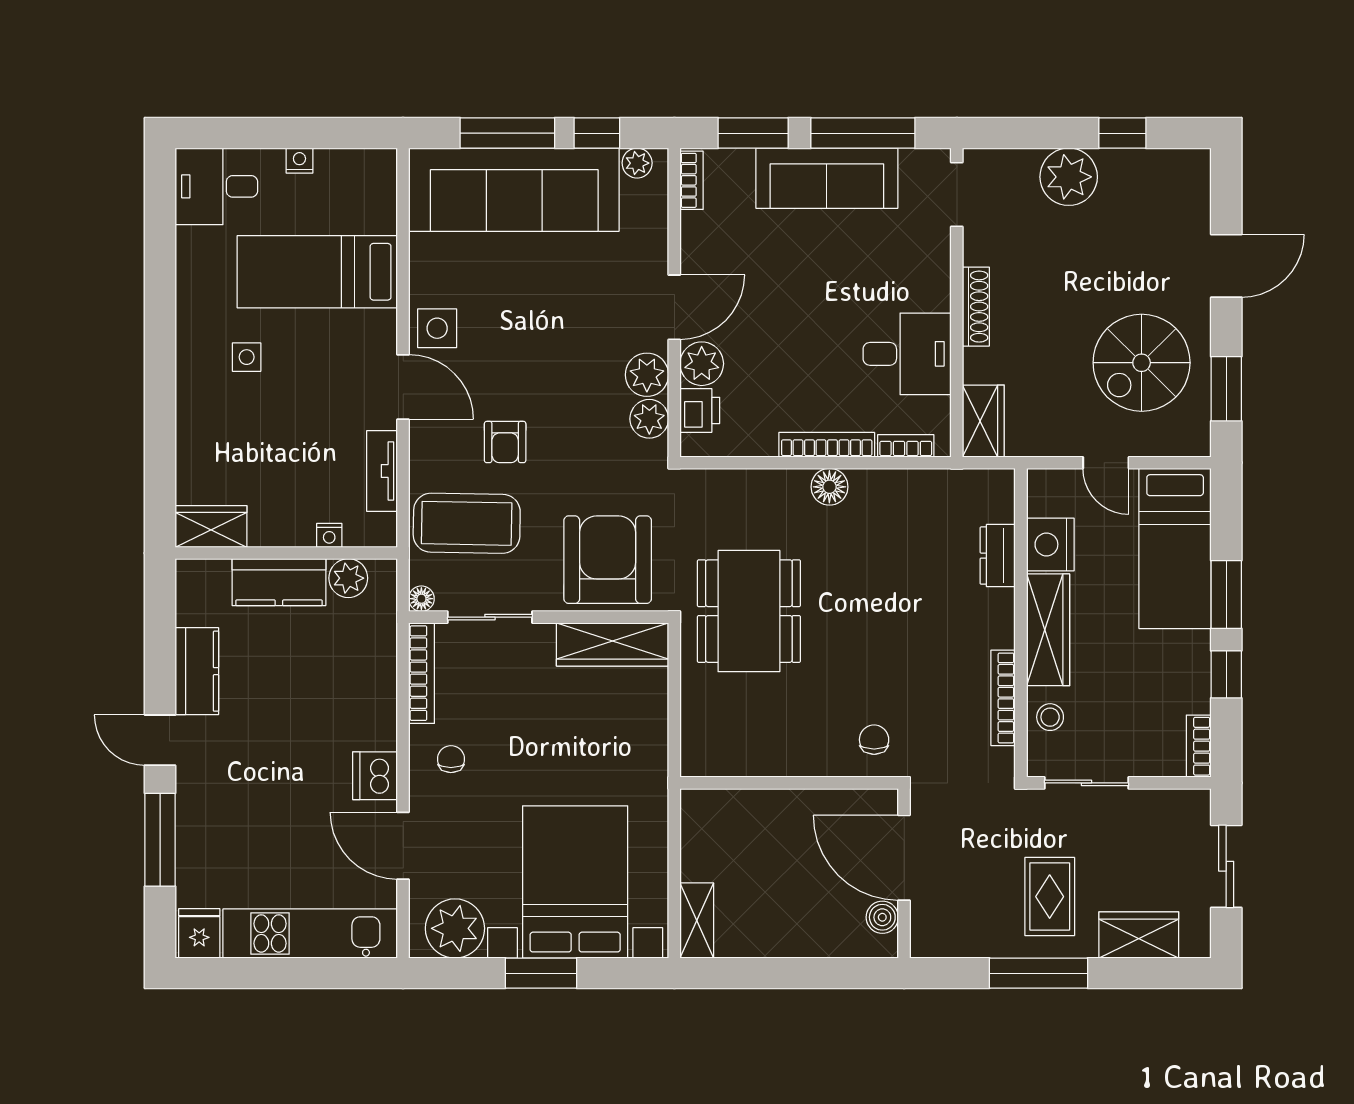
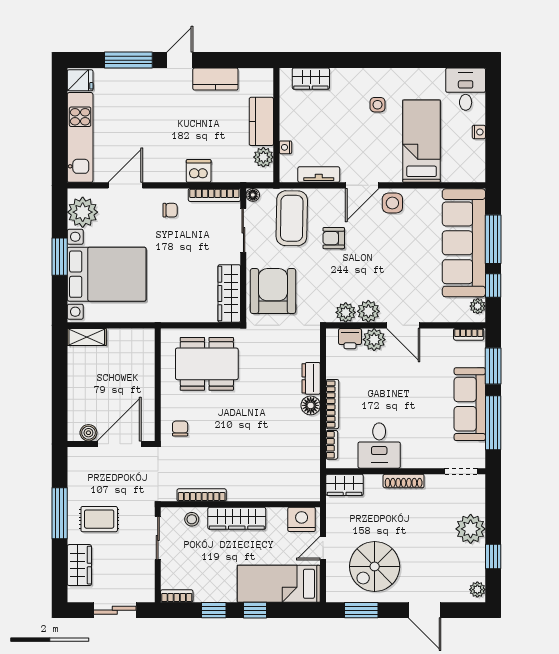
plant: (1186, 164) -> (477, 590), added
spiral stairs: (1142, 363) -> (375, 566), turned -90
wardrobe: (211, 527) -> (311, 79), moved, turned 90
nightstand: (1050, 544) -> (302, 519), moved
dresser: (998, 556) -> (311, 378), moved, turned -90
armchair: (608, 560) -> (273, 291), turned -90
window: (1226, 595) -> (255, 610), width x0.67
dining table: (749, 611) -> (207, 364), moved
chair: (874, 740) -> (180, 428), turned -90
dishwasher: (375, 776) -> (199, 171), moved

